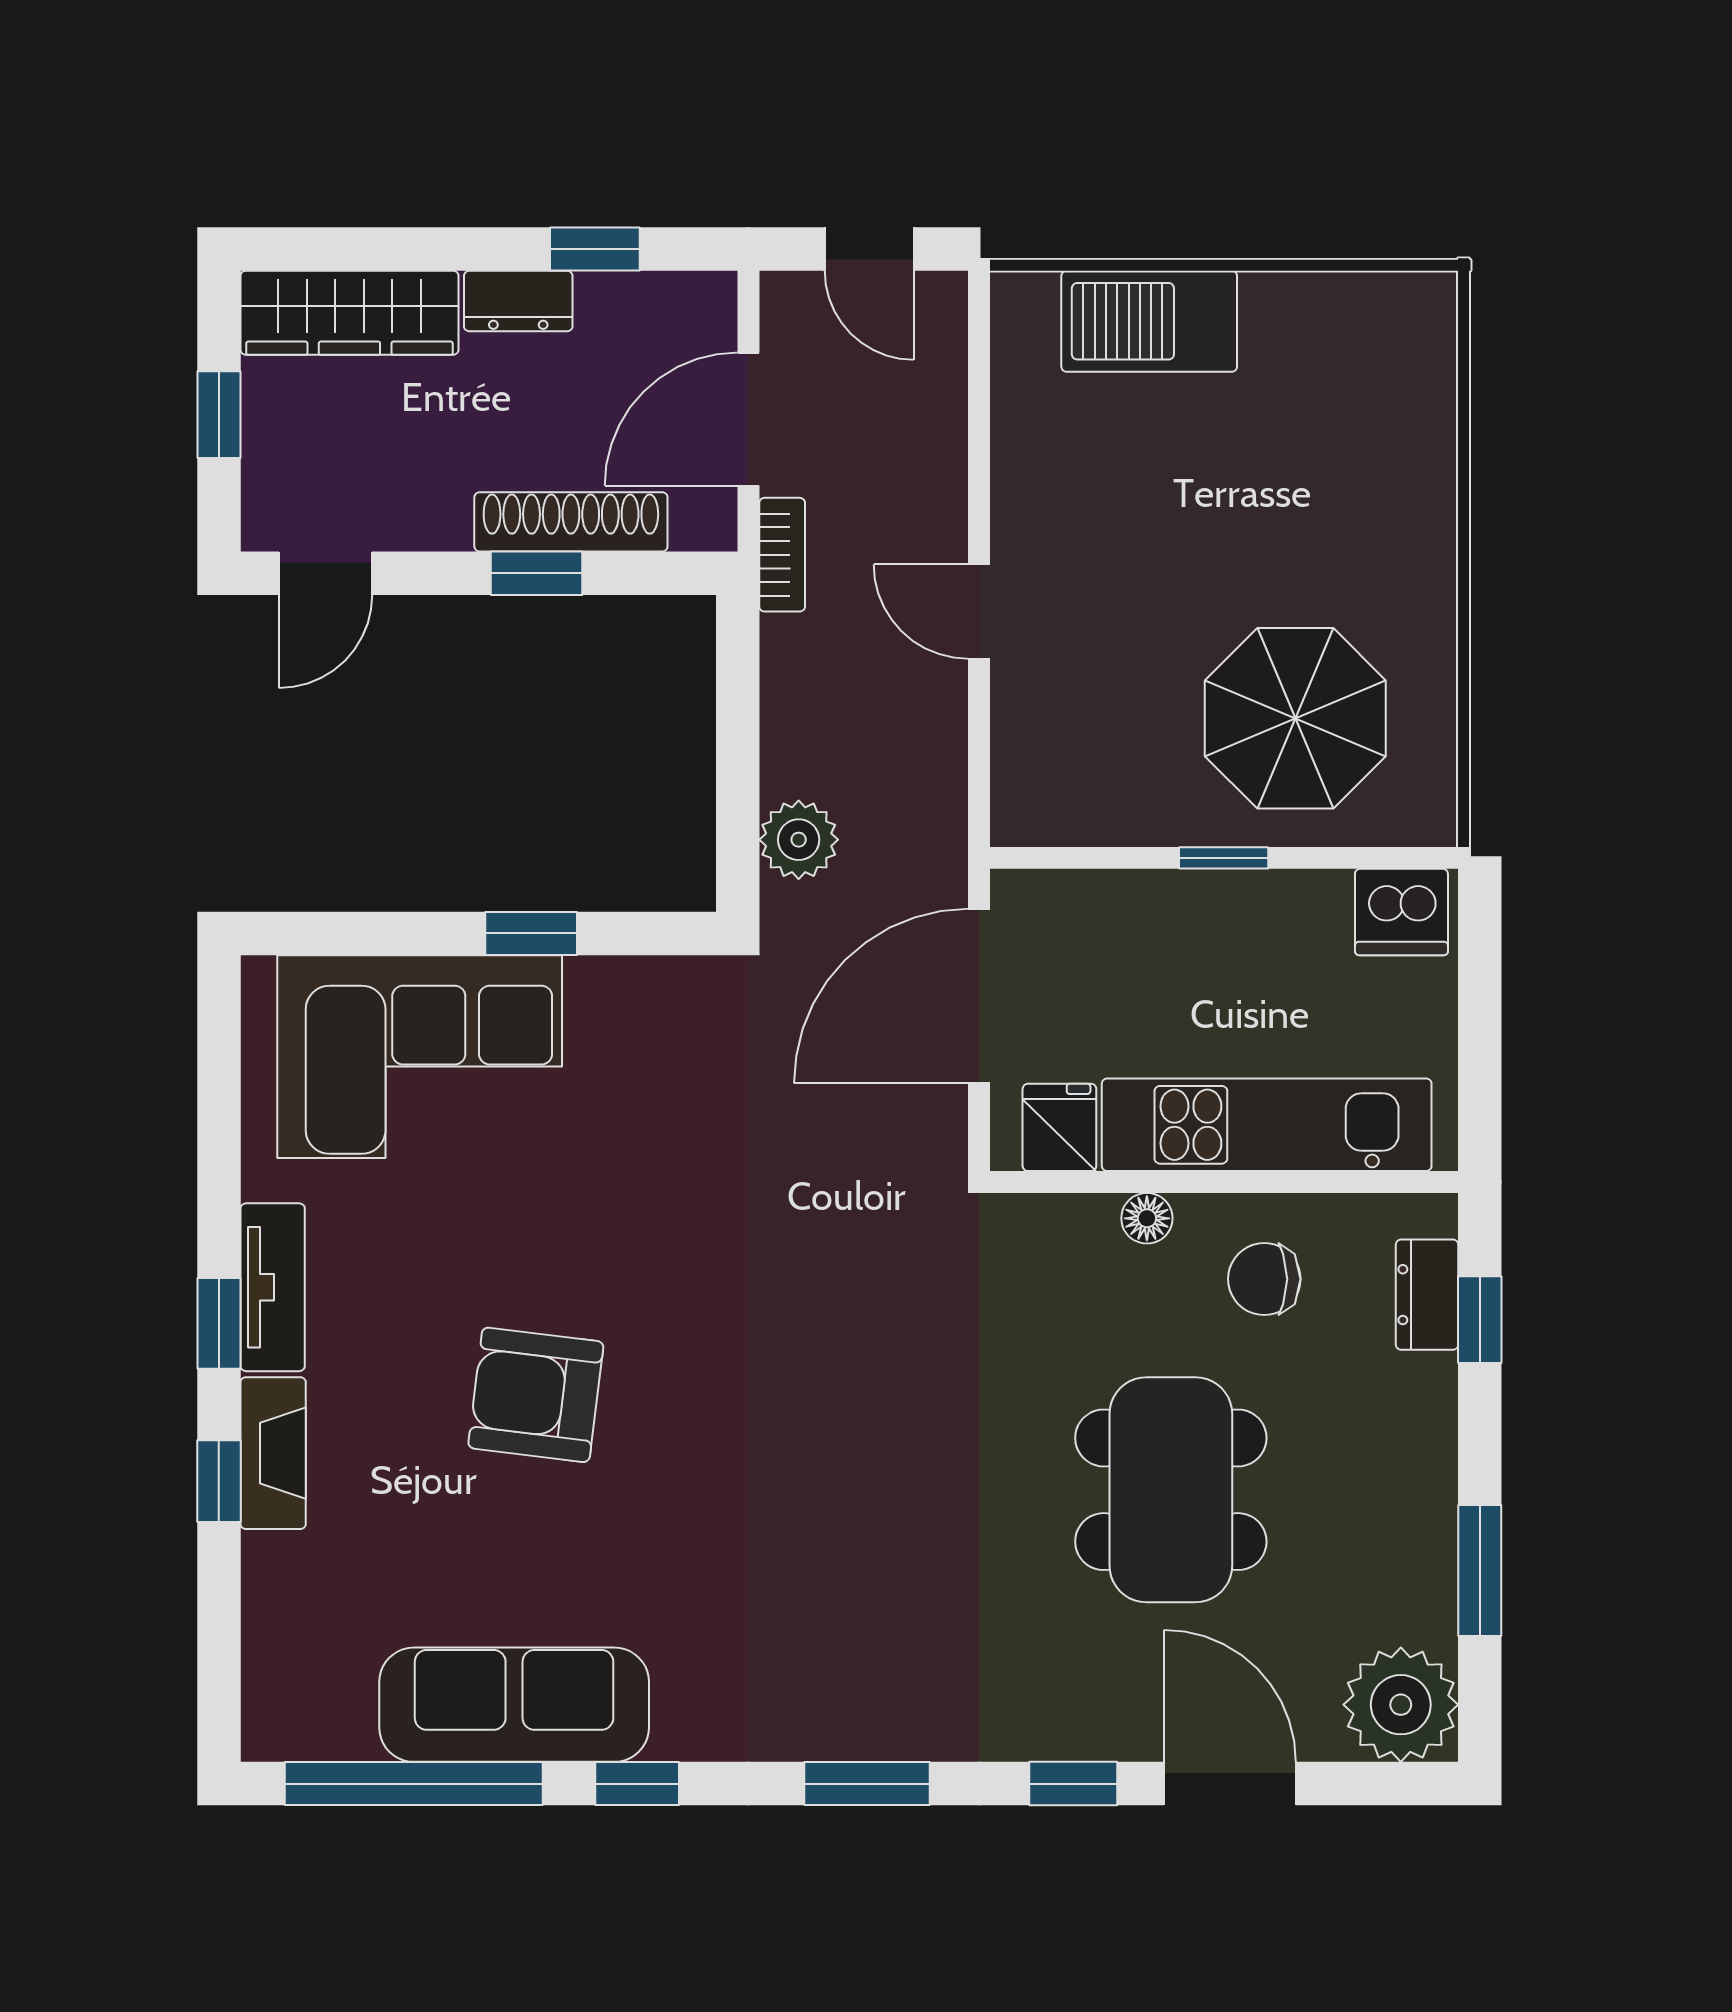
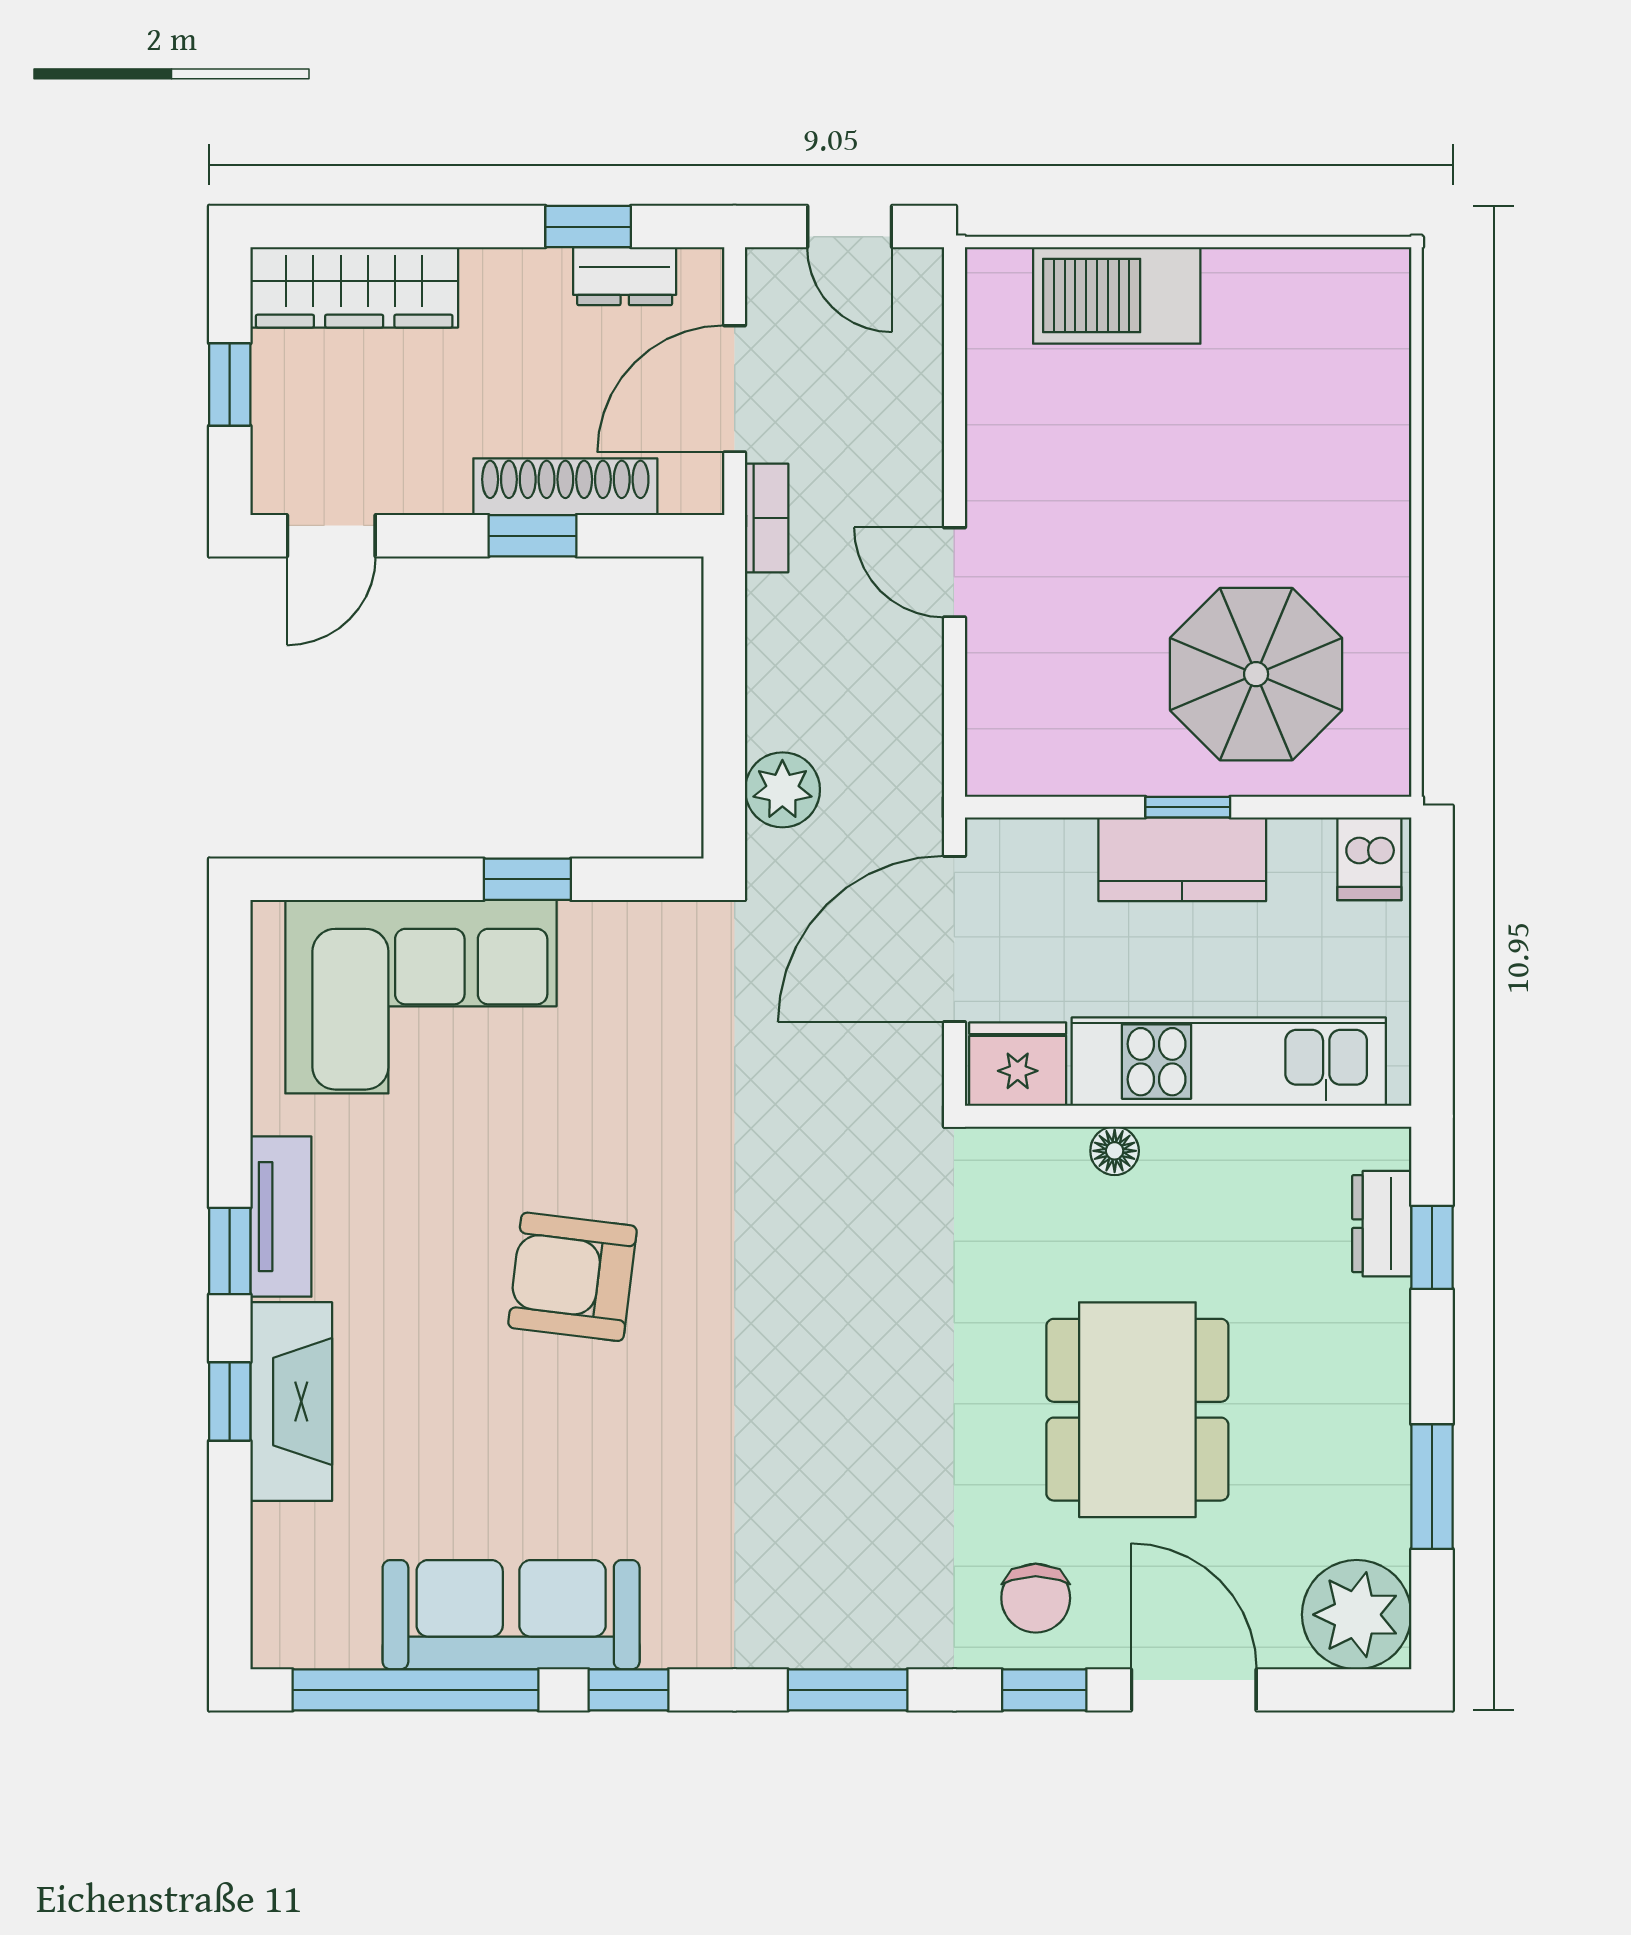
dresser: (518, 301) -> (625, 276), moved
dishwasher: (1401, 912) -> (1369, 859), width x0.73
kitchen counter: (1218, 913) -> (1182, 859), added
fridge: (1059, 1127) -> (1018, 1064), width x1.38
chair: (1264, 1279) -> (1036, 1598), moved, turned -90
armchair: (536, 1395) -> (572, 1277), moved
fireplace: (273, 1453) -> (291, 1402), width x1.37, depth x1.32

